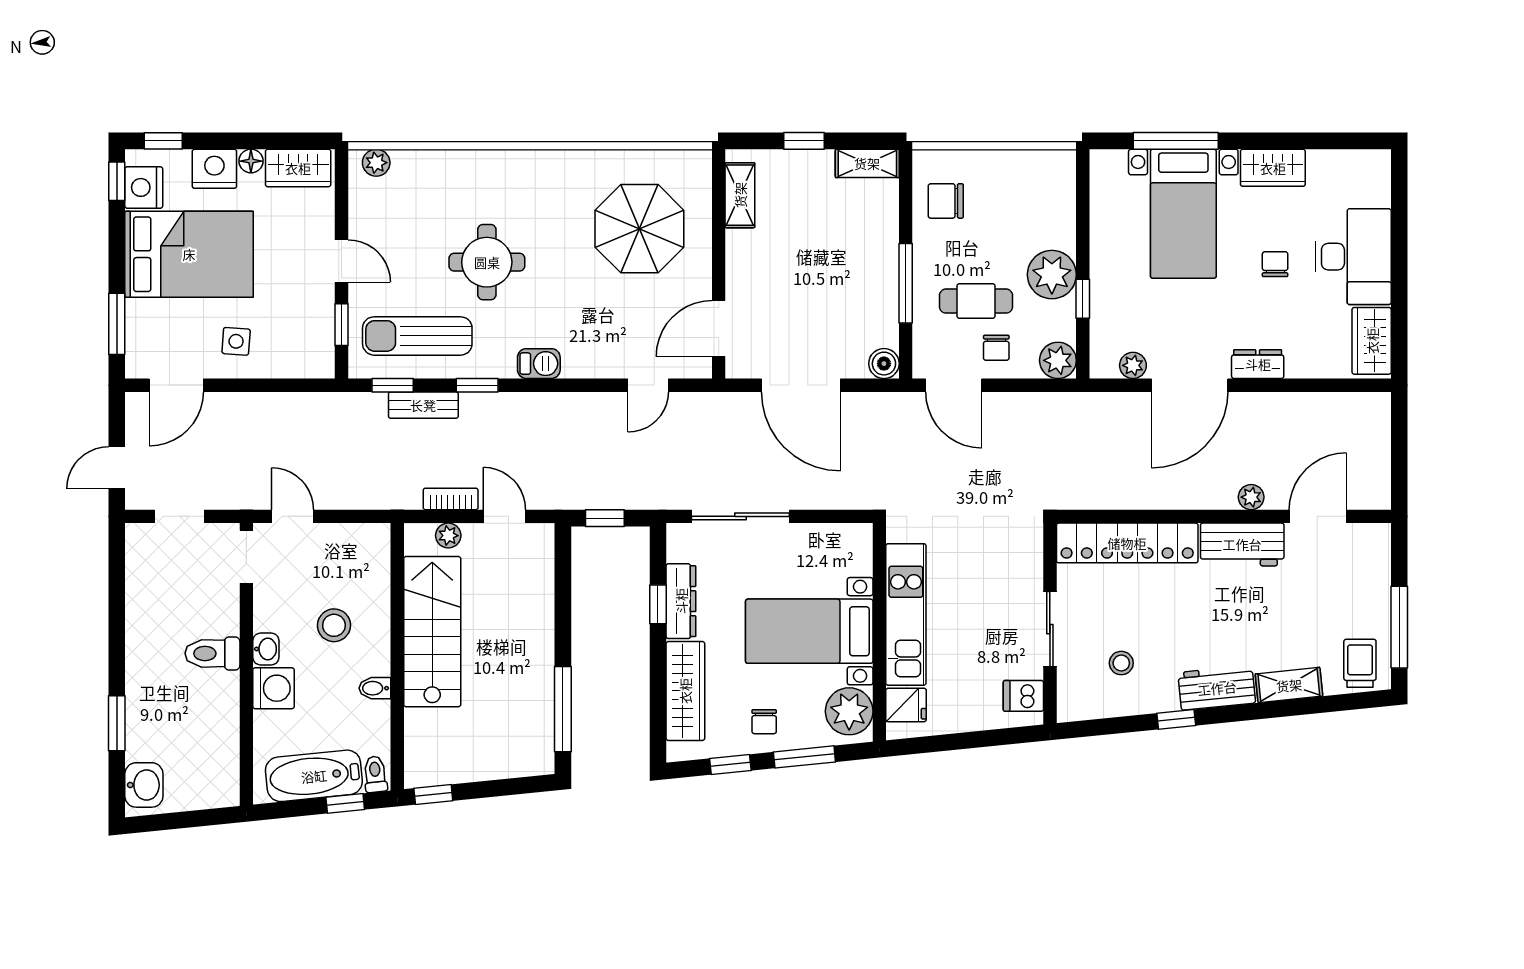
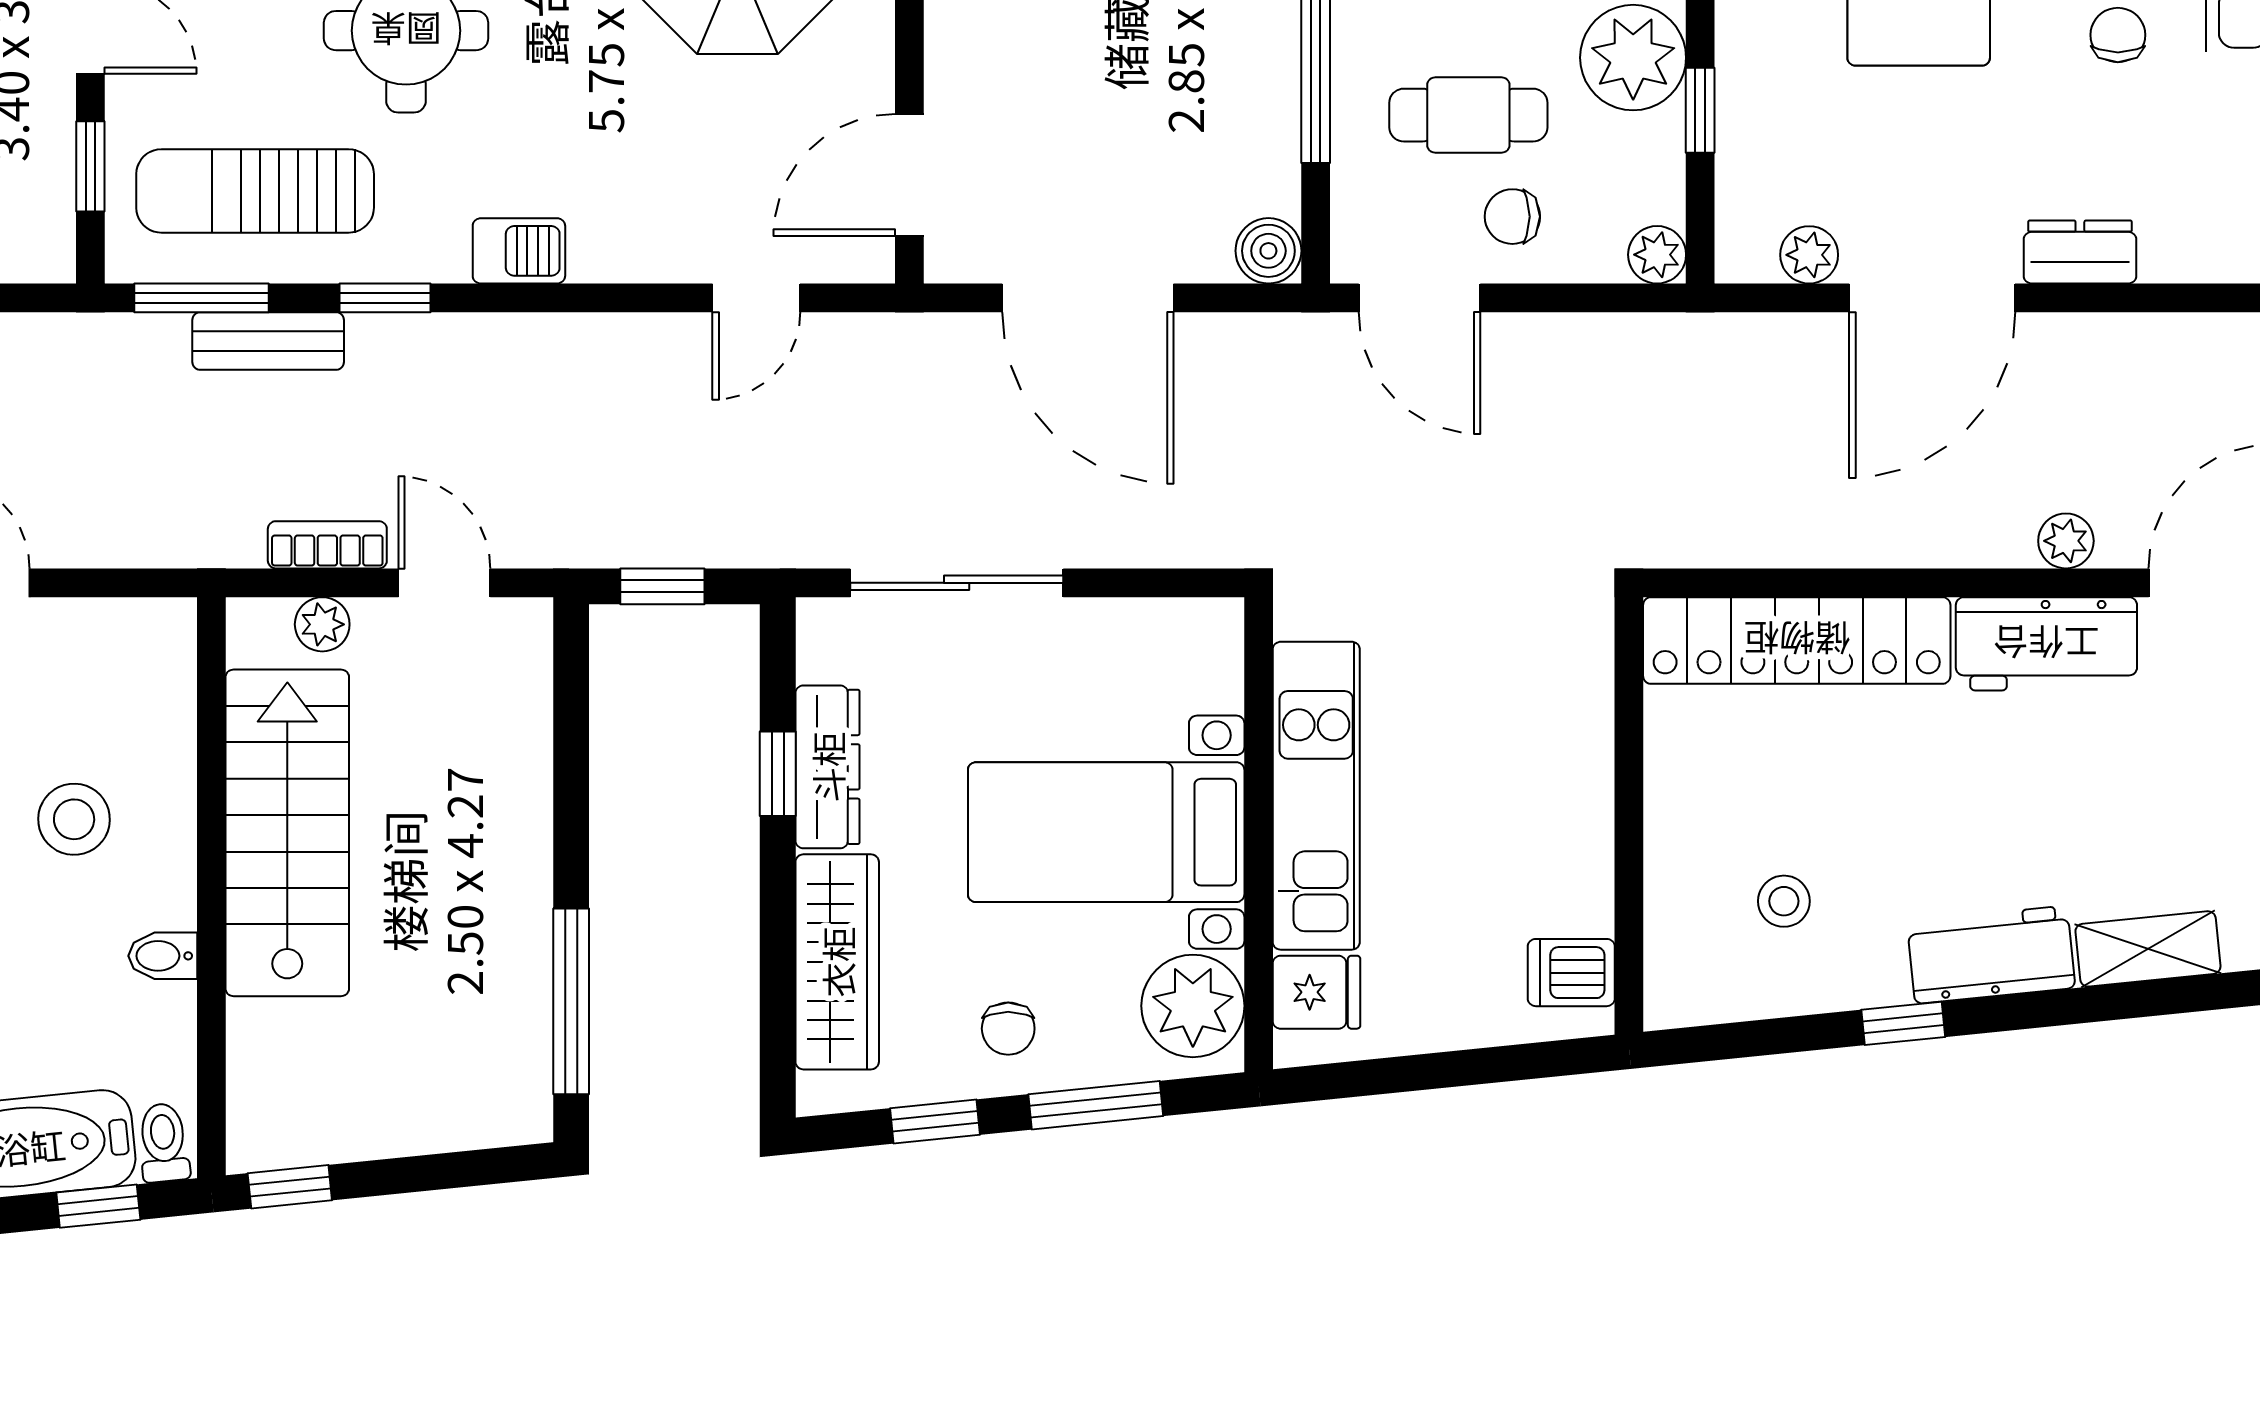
chair: (996, 348) -> (1512, 217), turned 90
plant: (1058, 360) -> (1657, 255), width x0.73, depth x0.73
window: (393, 385) -> (202, 298), width x1.50
sliding door: (1050, 629) -> (1629, 827), removed

